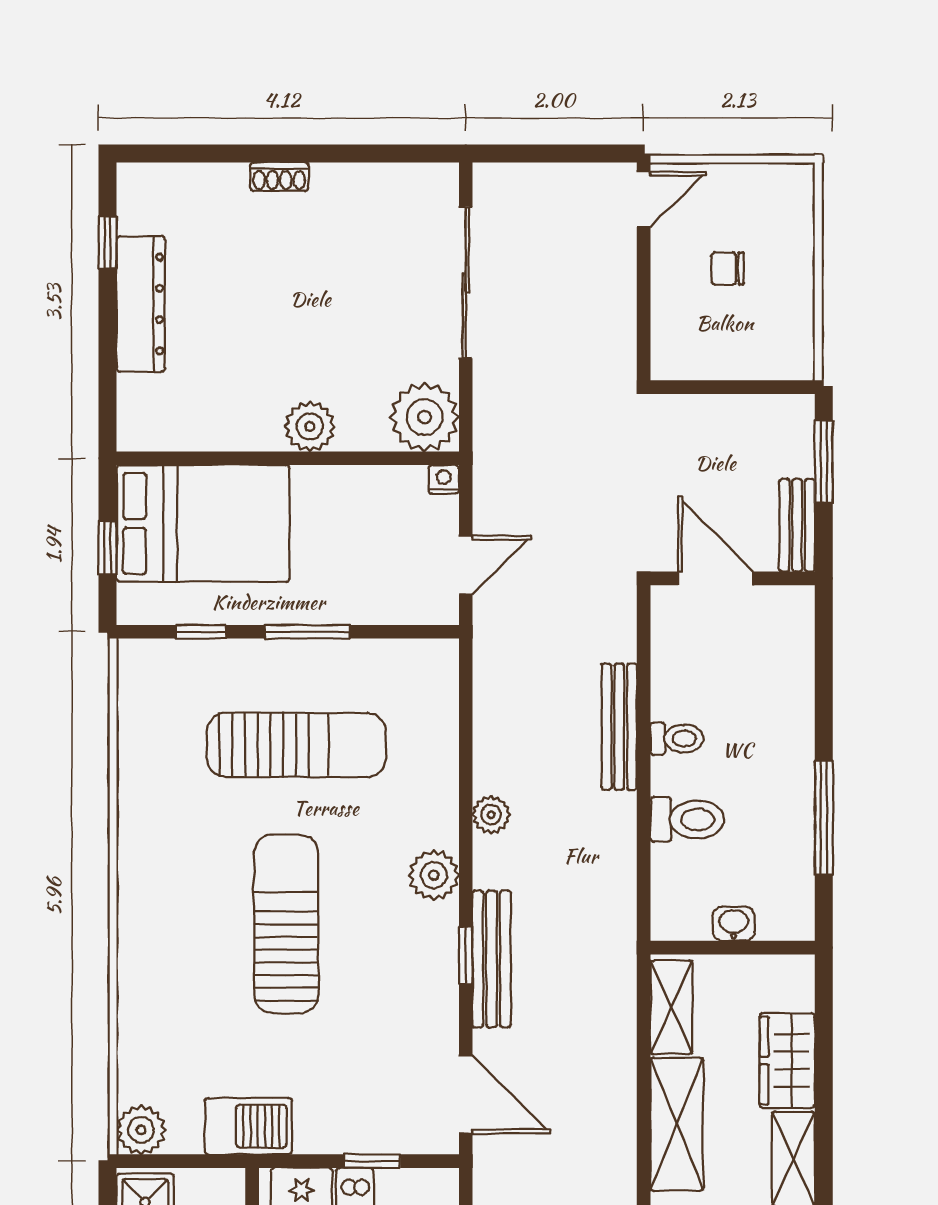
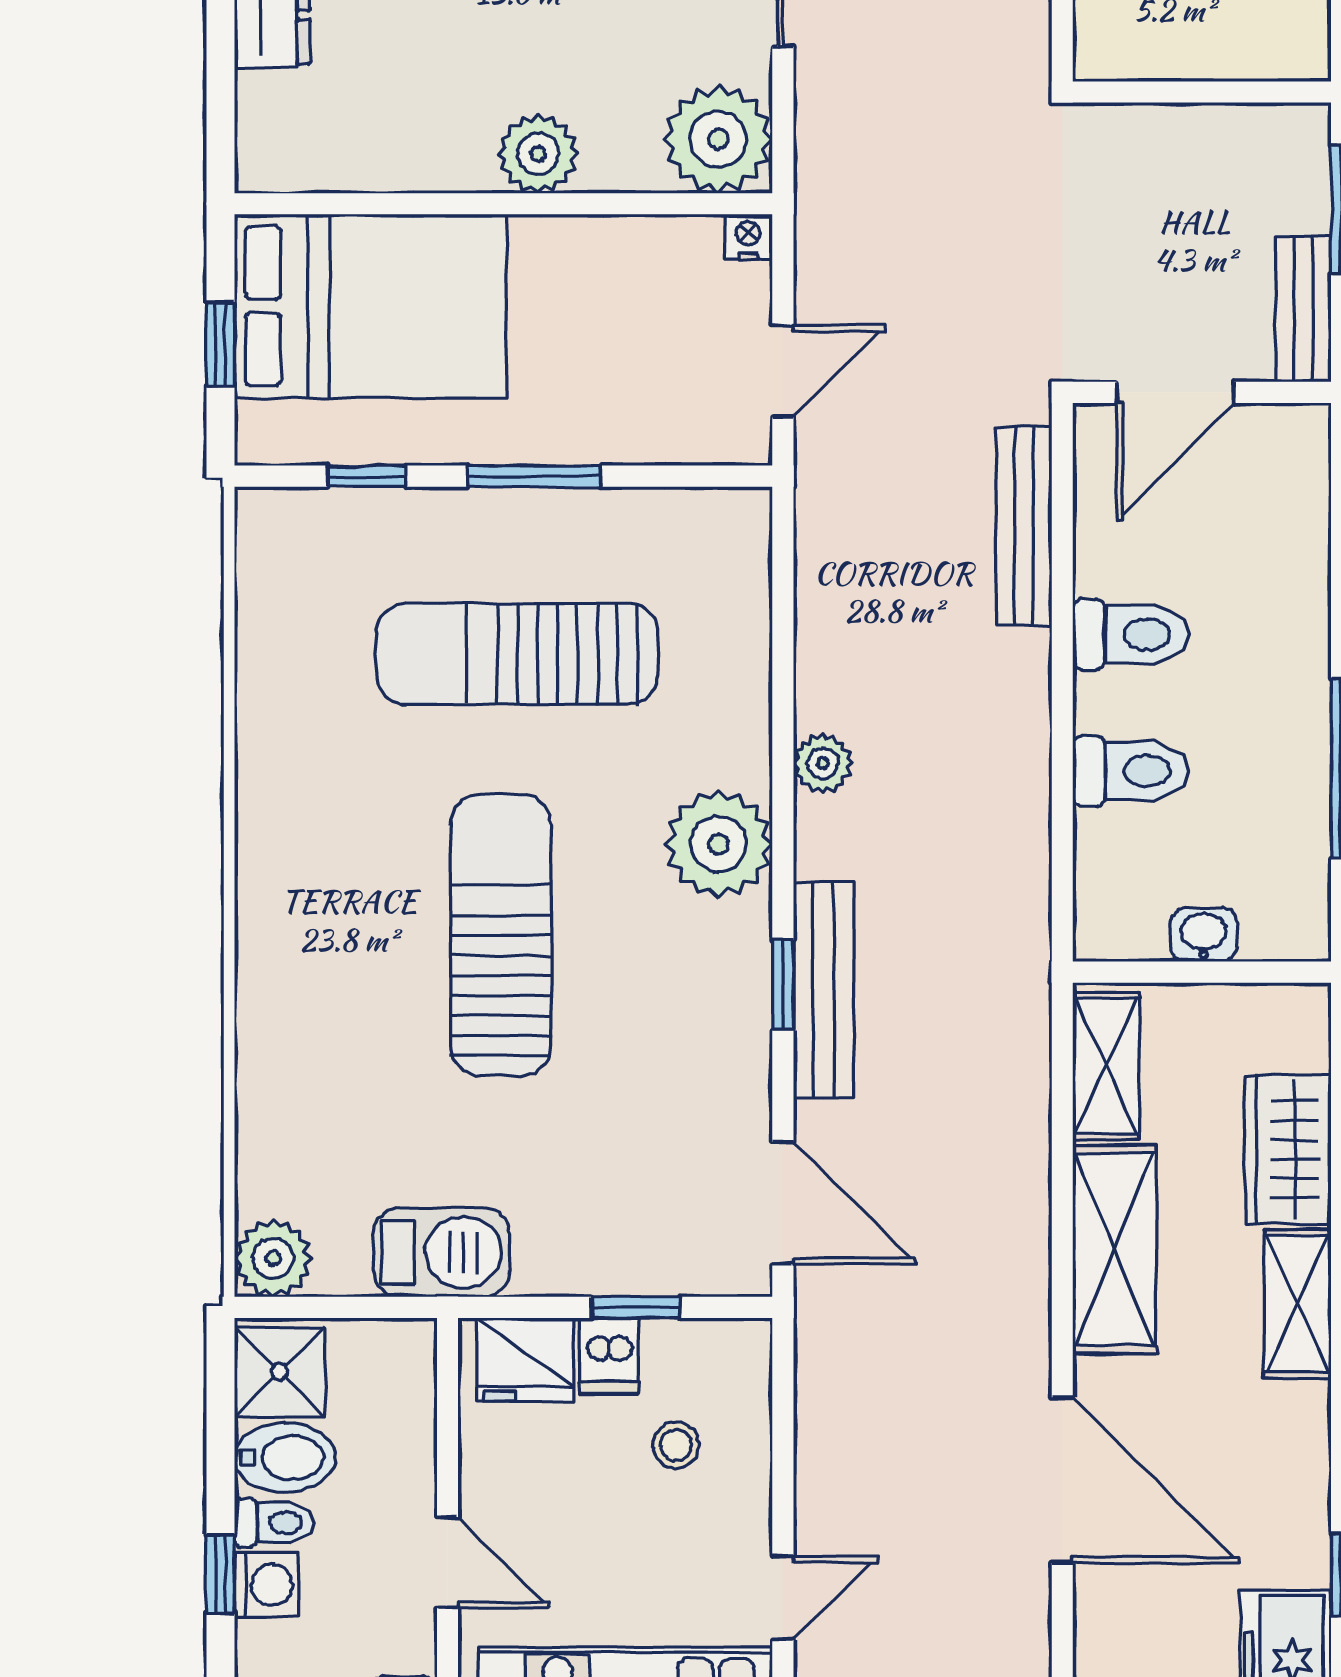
door: (716, 578) -> (1175, 392), swing flipped
bench: (619, 727) -> (1024, 526), moved
toilet: (677, 739) -> (1131, 634), width x1.37, depth x1.39
sun lounger: (296, 745) -> (517, 654), turned 180
plant: (434, 875) -> (719, 844), width x1.36, depth x1.36

